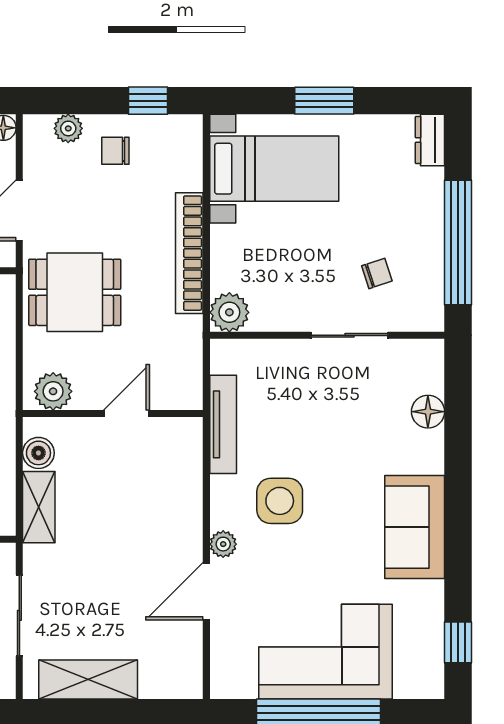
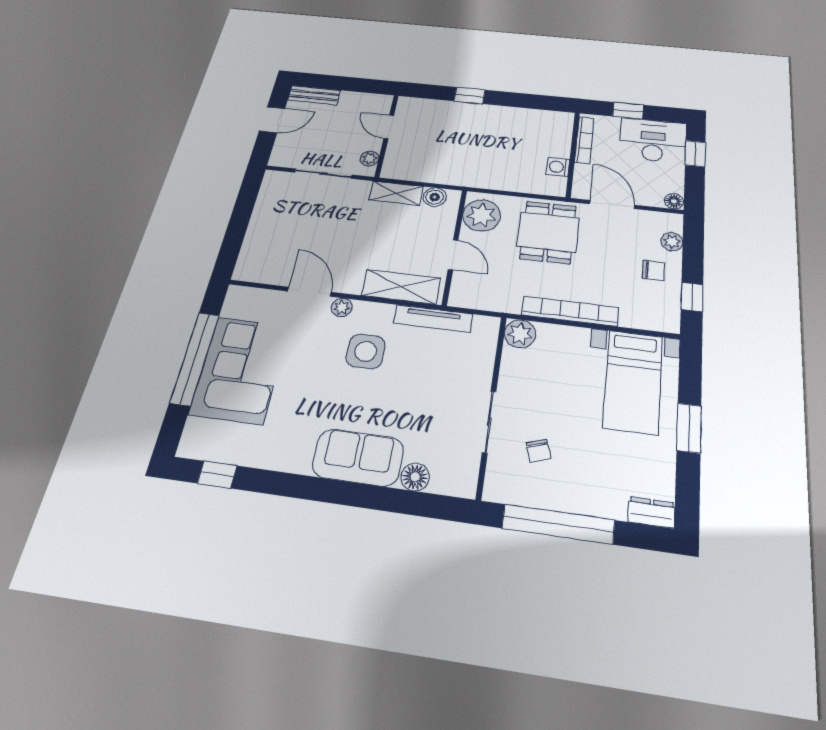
chair: (115, 151) -> (653, 270), turned 90
plant: (53, 391) -> (482, 215), width x1.36, depth x1.36
sofa: (415, 527) -> (358, 457), moved
shelving: (88, 679) -> (401, 287), moved, turned 90

